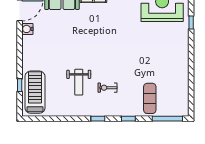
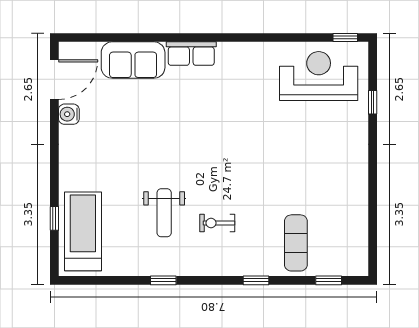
window: (98, 119) -> (163, 280), moved
window: (167, 119) -> (329, 280), width x0.46

